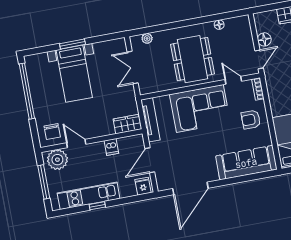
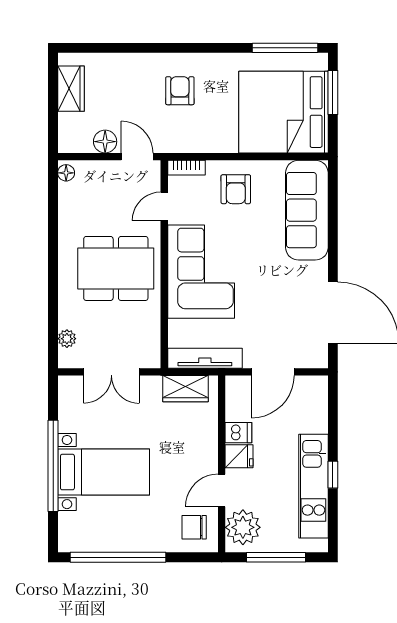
floor lamp: (219, 25) -> (66, 173), moved
window: (72, 44) -> (53, 466), width x2.11
wardrobe: (127, 124) -> (186, 389), moved, turned -90
chair: (52, 132) -> (194, 527), turned 180
door: (150, 160) -> (273, 372), hinge flipped
fridge: (143, 186) -> (239, 456), moved, turned 180

